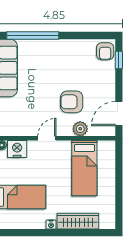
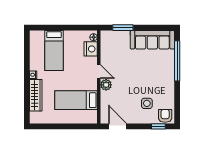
armchair: (105, 51) -> (165, 116), turned 90
side table: (89, 75) -> (147, 103), added
armchair: (72, 102) -> (127, 90), removed
plant: (80, 129) -> (106, 85), moved

